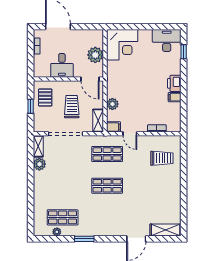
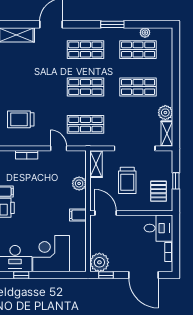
window: (90, 27) -> (106, 275), added
window: (161, 27) -> (21, 275), added
corner desk: (122, 45) -> (51, 254), moved
plant: (95, 55) -> (99, 262), moved
desk: (62, 65) -> (158, 228), moved, turned 90
filing cabinet: (114, 127) -> (78, 215), moved
shop shelf: (63, 186) -> (138, 87), added
shop shelf: (107, 217) -> (85, 50), added

